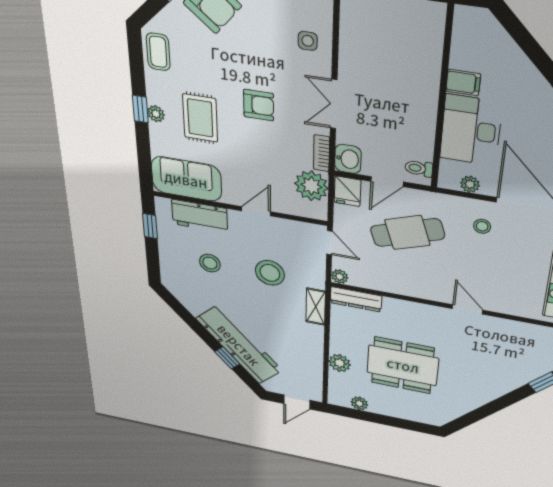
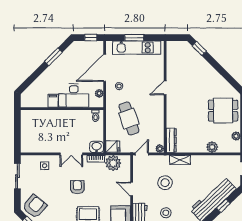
door: (387, 182) -> (105, 129), removed
dining table: (403, 365) -> (223, 111), moved, width x0.73

